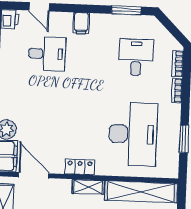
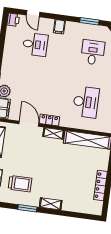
desk: (133, 134) -> (86, 102), width x0.73, depth x0.77
door: (34, 175) -> (29, 124), moved

